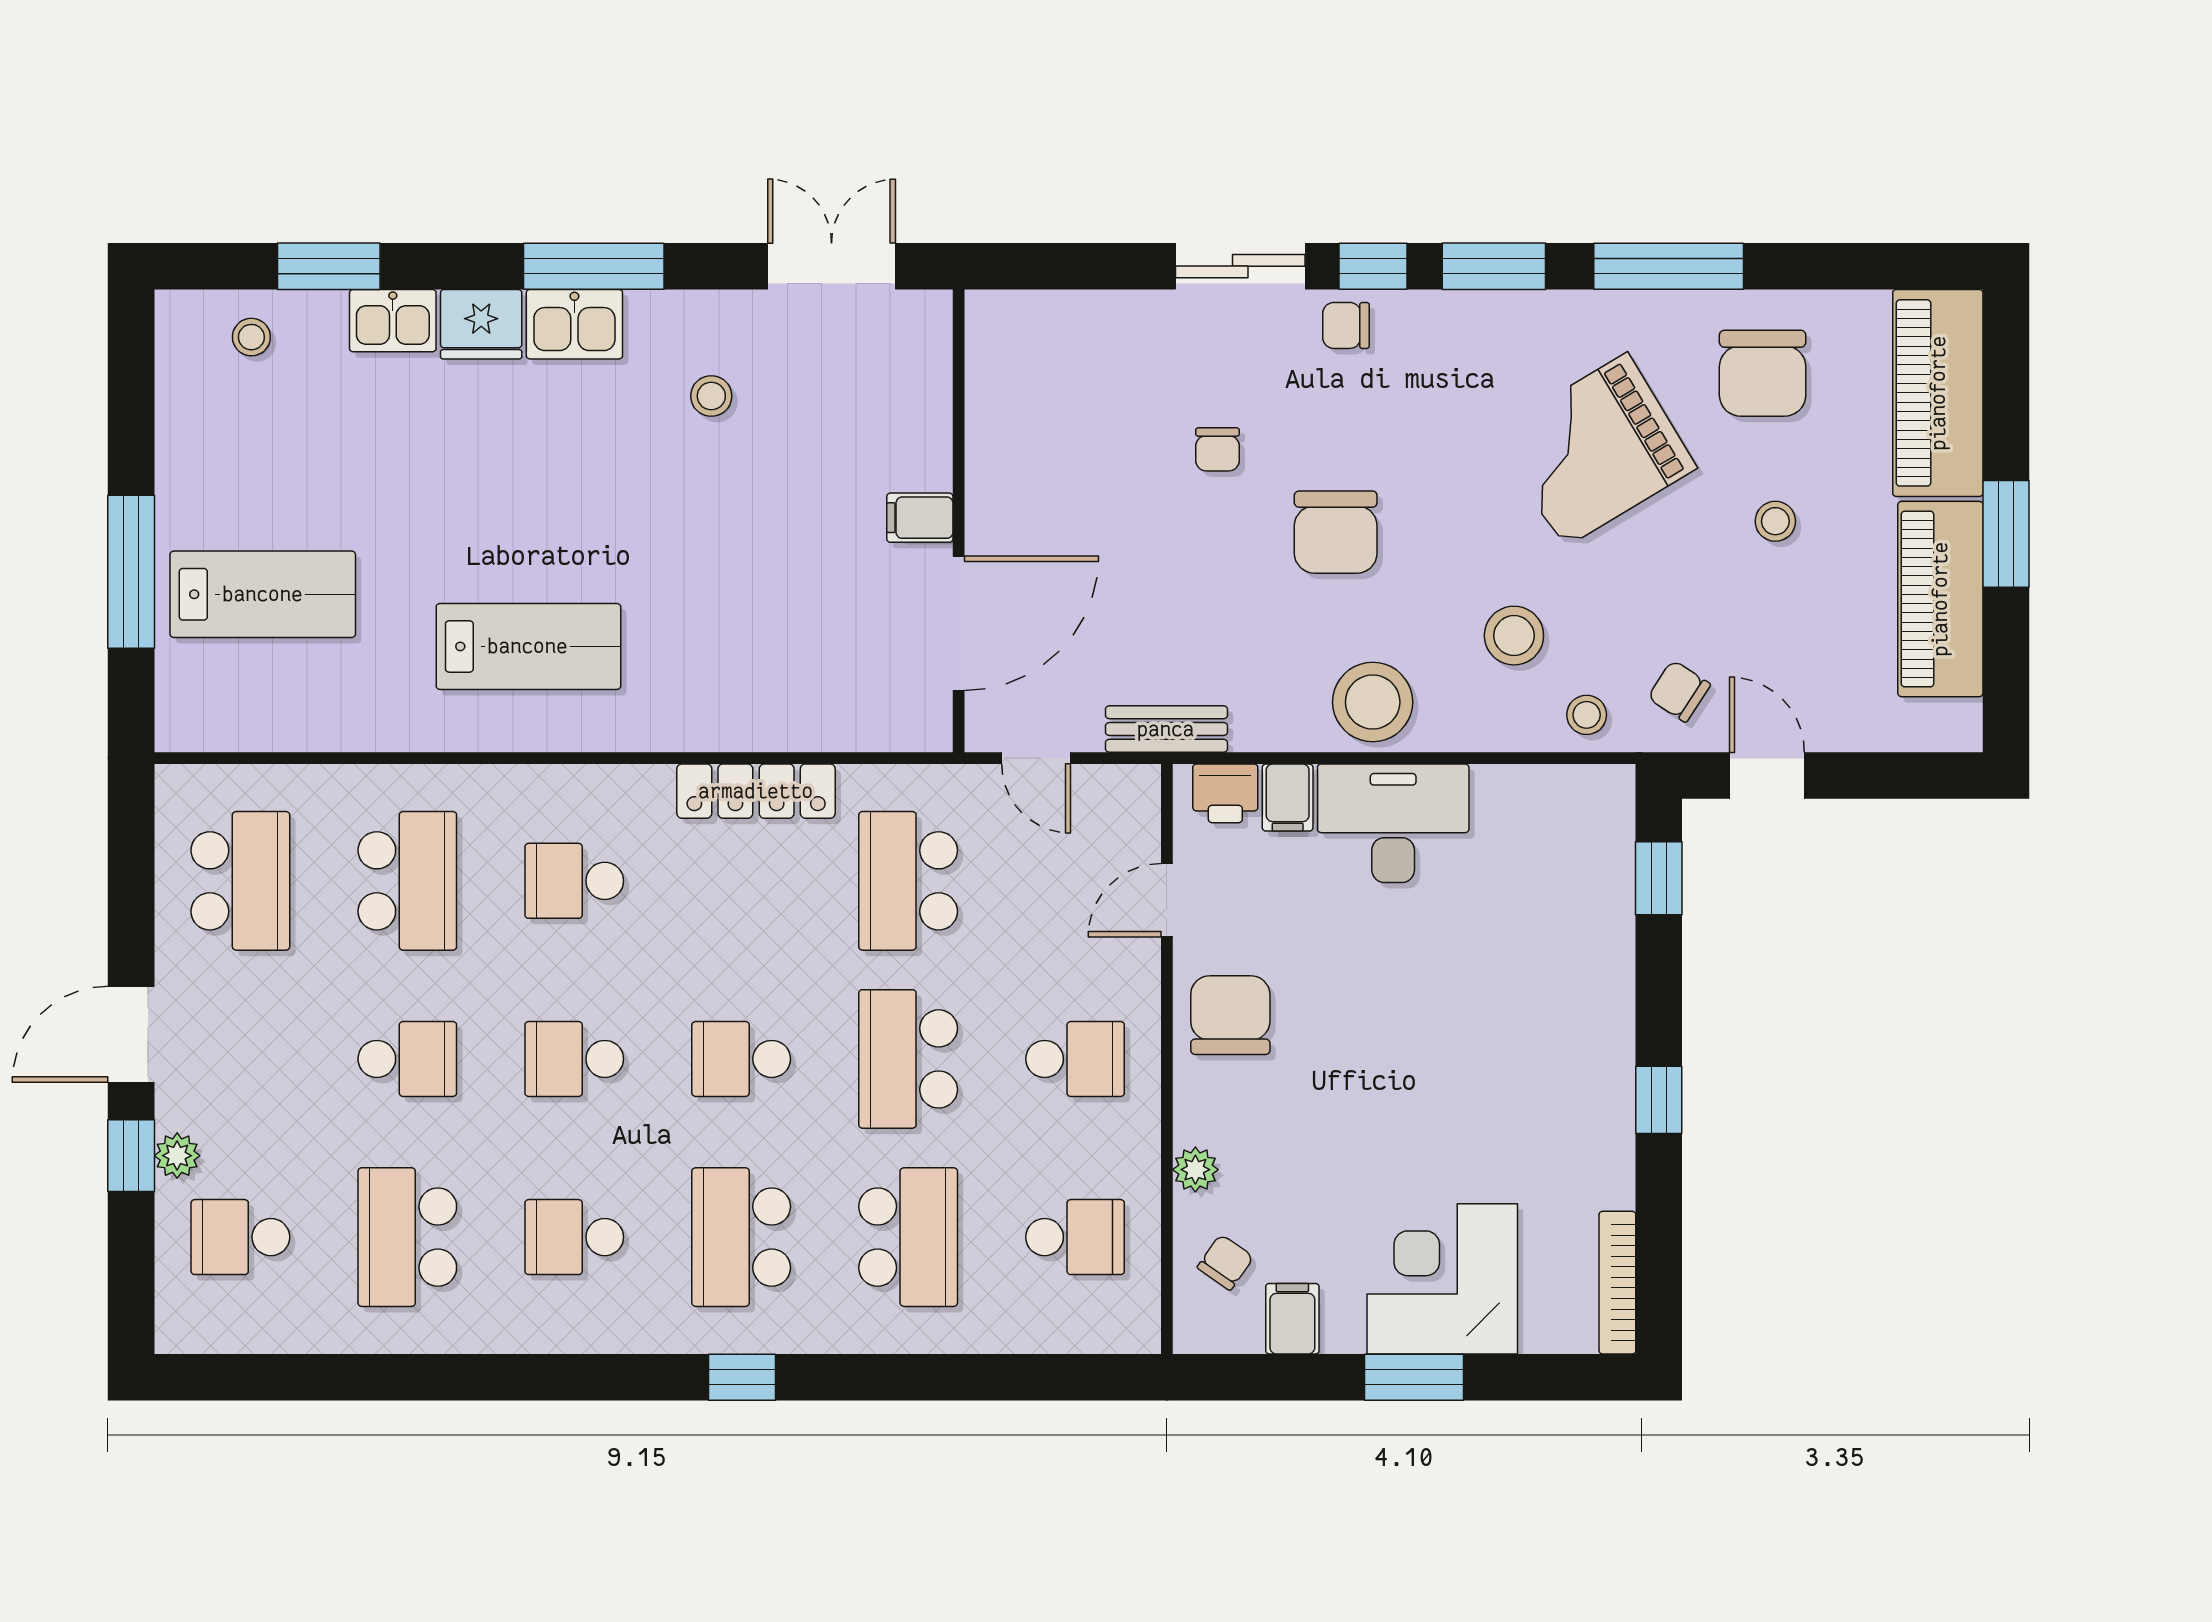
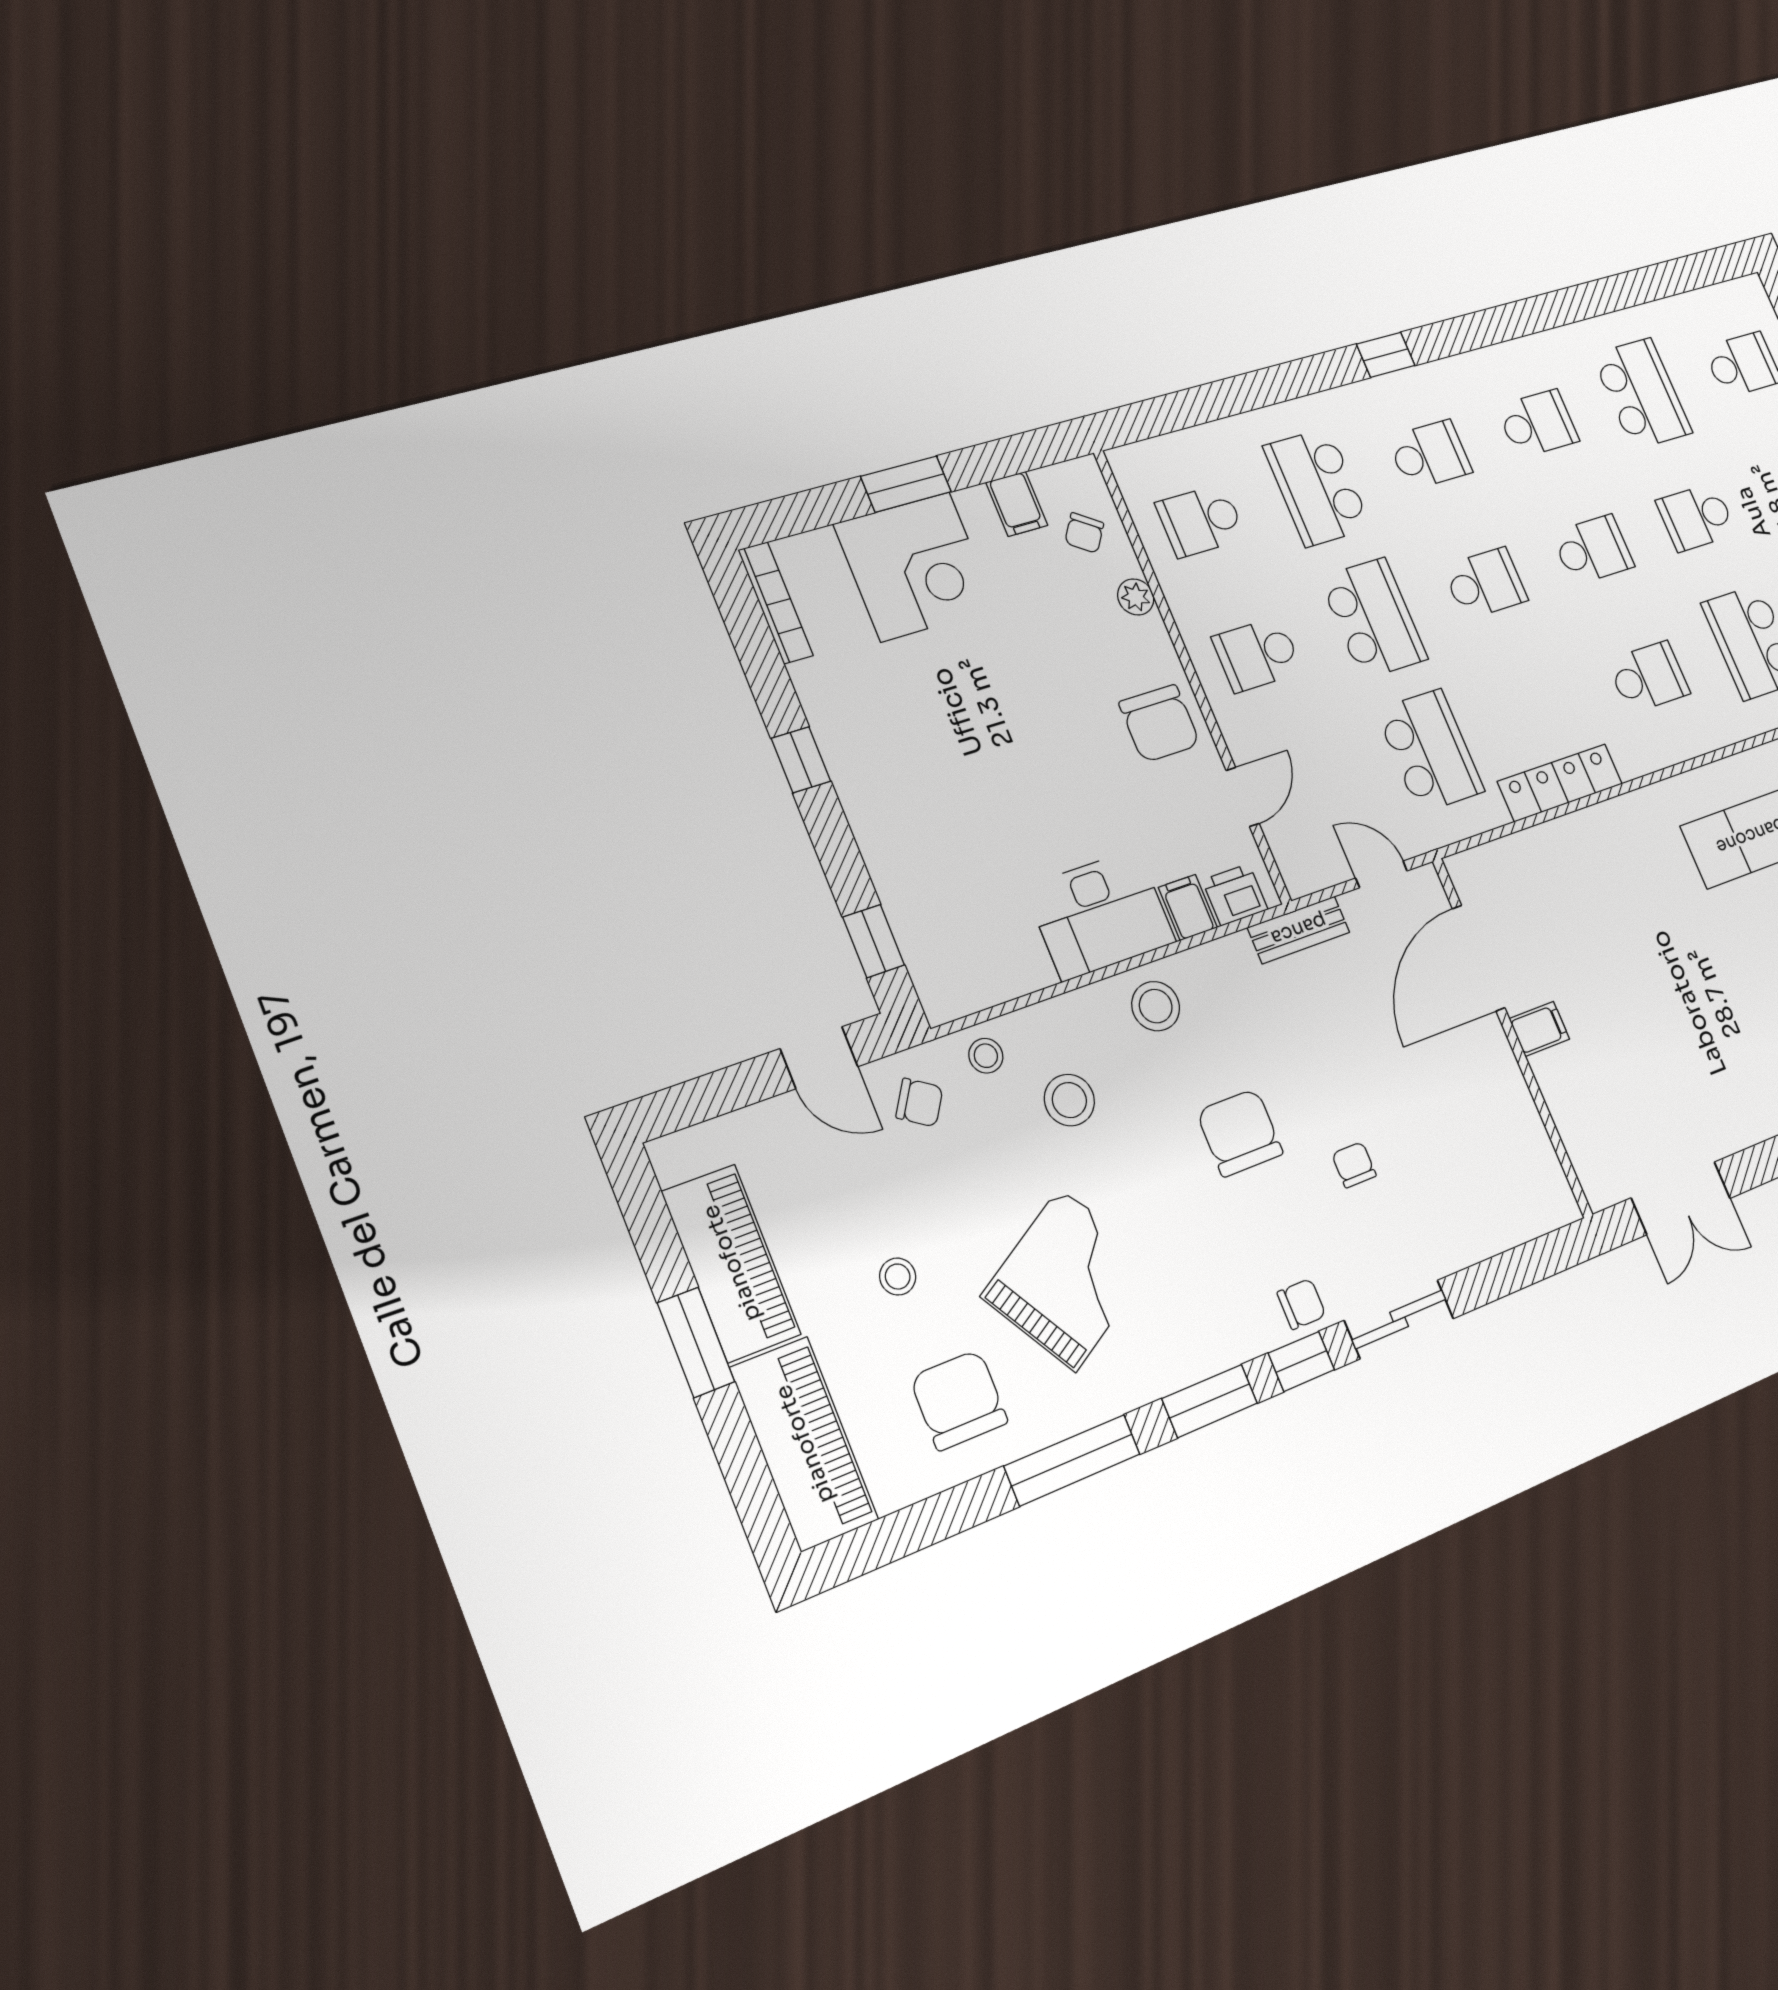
stool: (711, 396) -> (1716, 1066), removed
stool: (1373, 702) -> (1156, 1006), width x0.73, depth x0.73
school desk: (741, 1237) -> (1429, 455), width x0.54

